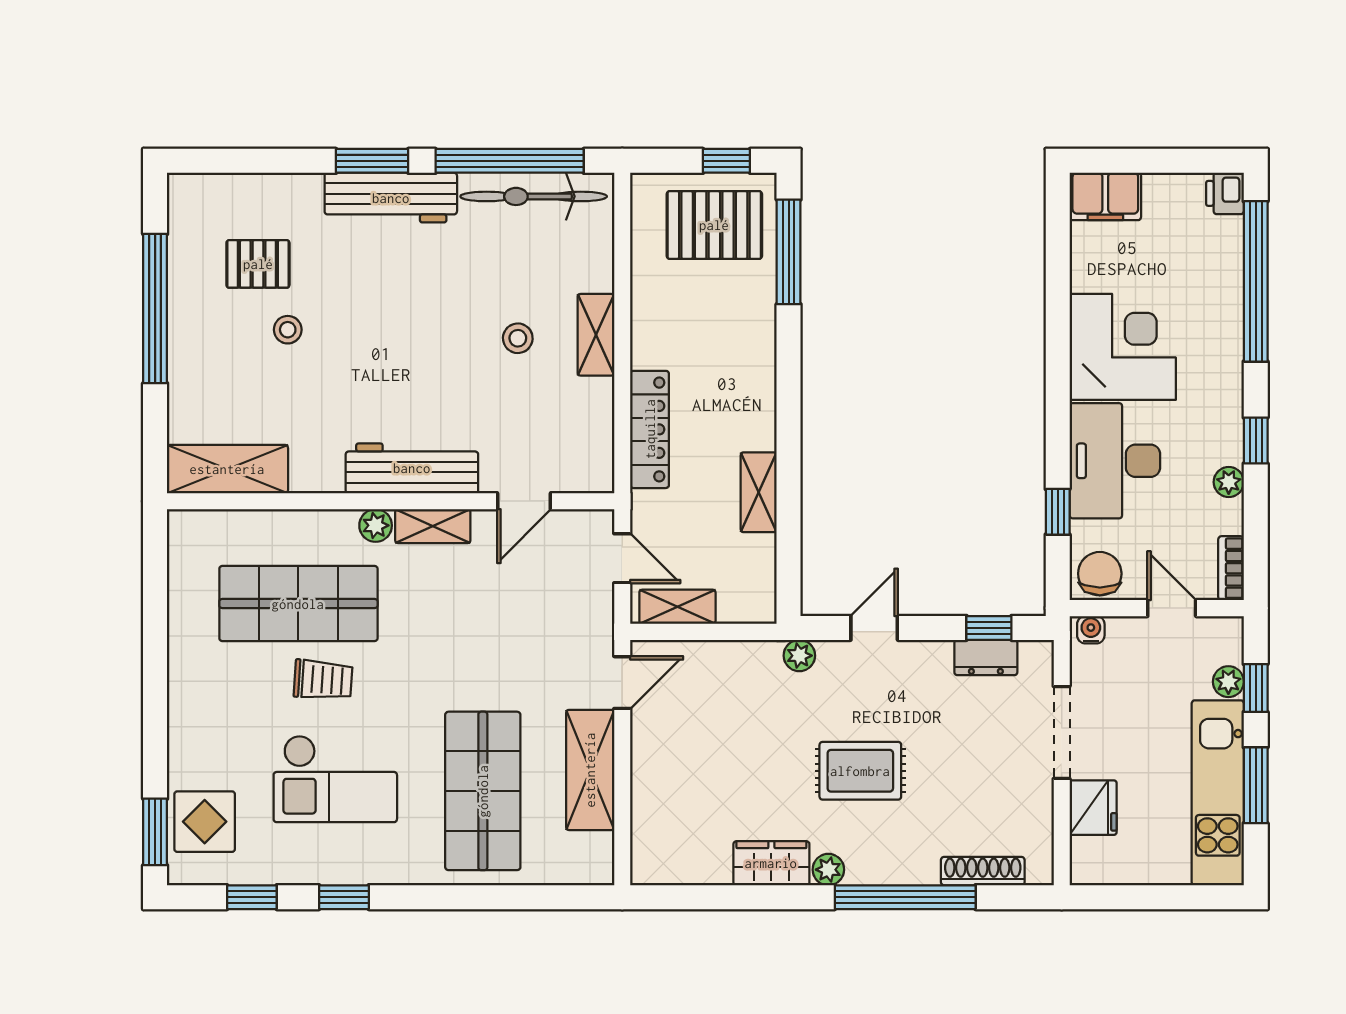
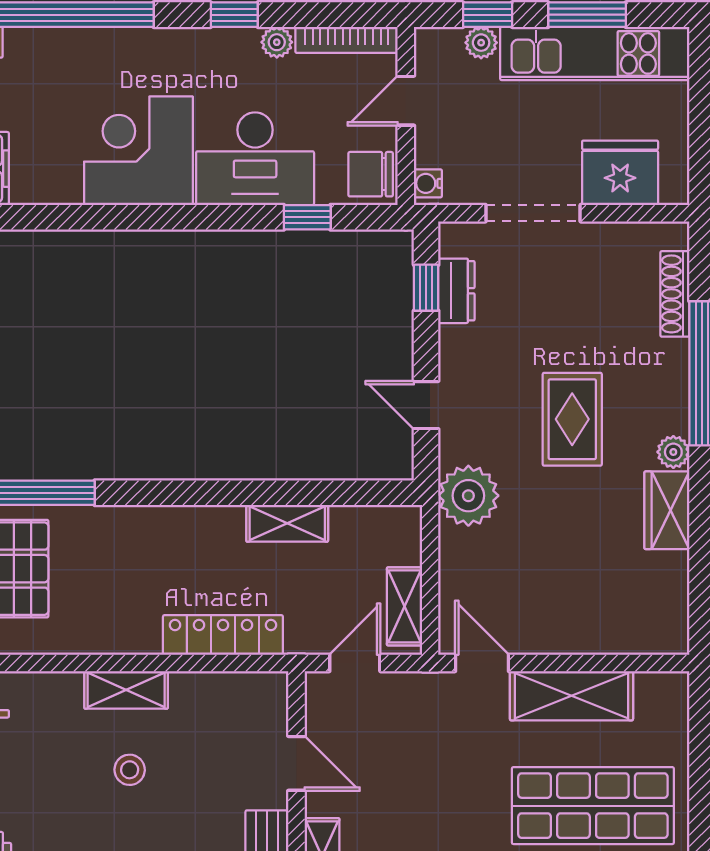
bookcase: (1231, 568) -> (347, 40), width x1.56
plant: (799, 656) -> (468, 496), width x1.87, depth x1.87
fridge: (1093, 808) -> (620, 173), width x1.36, depth x1.34

